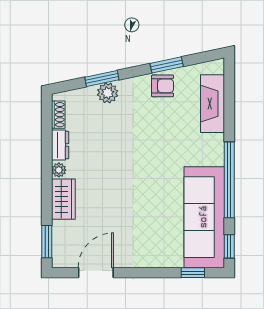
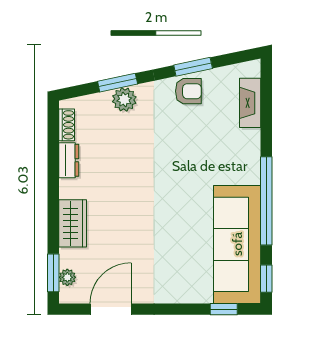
fireplace: (213, 104) -> (250, 103), width x0.73, depth x0.76
plant: (59, 170) -> (67, 277), moved

